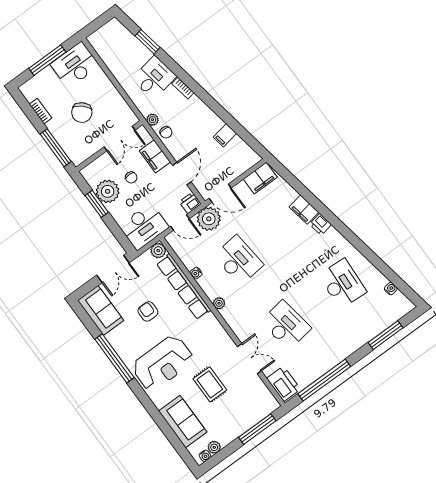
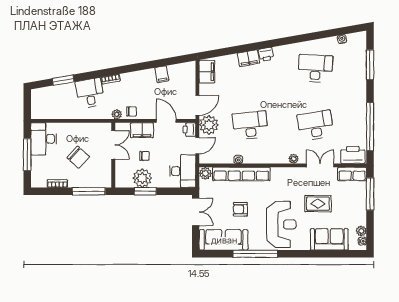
plant: (219, 303) -> (294, 159), moved
sofa: (101, 311) -> (224, 240), width x1.36
row of seats: (264, 397) -> (352, 174), added

